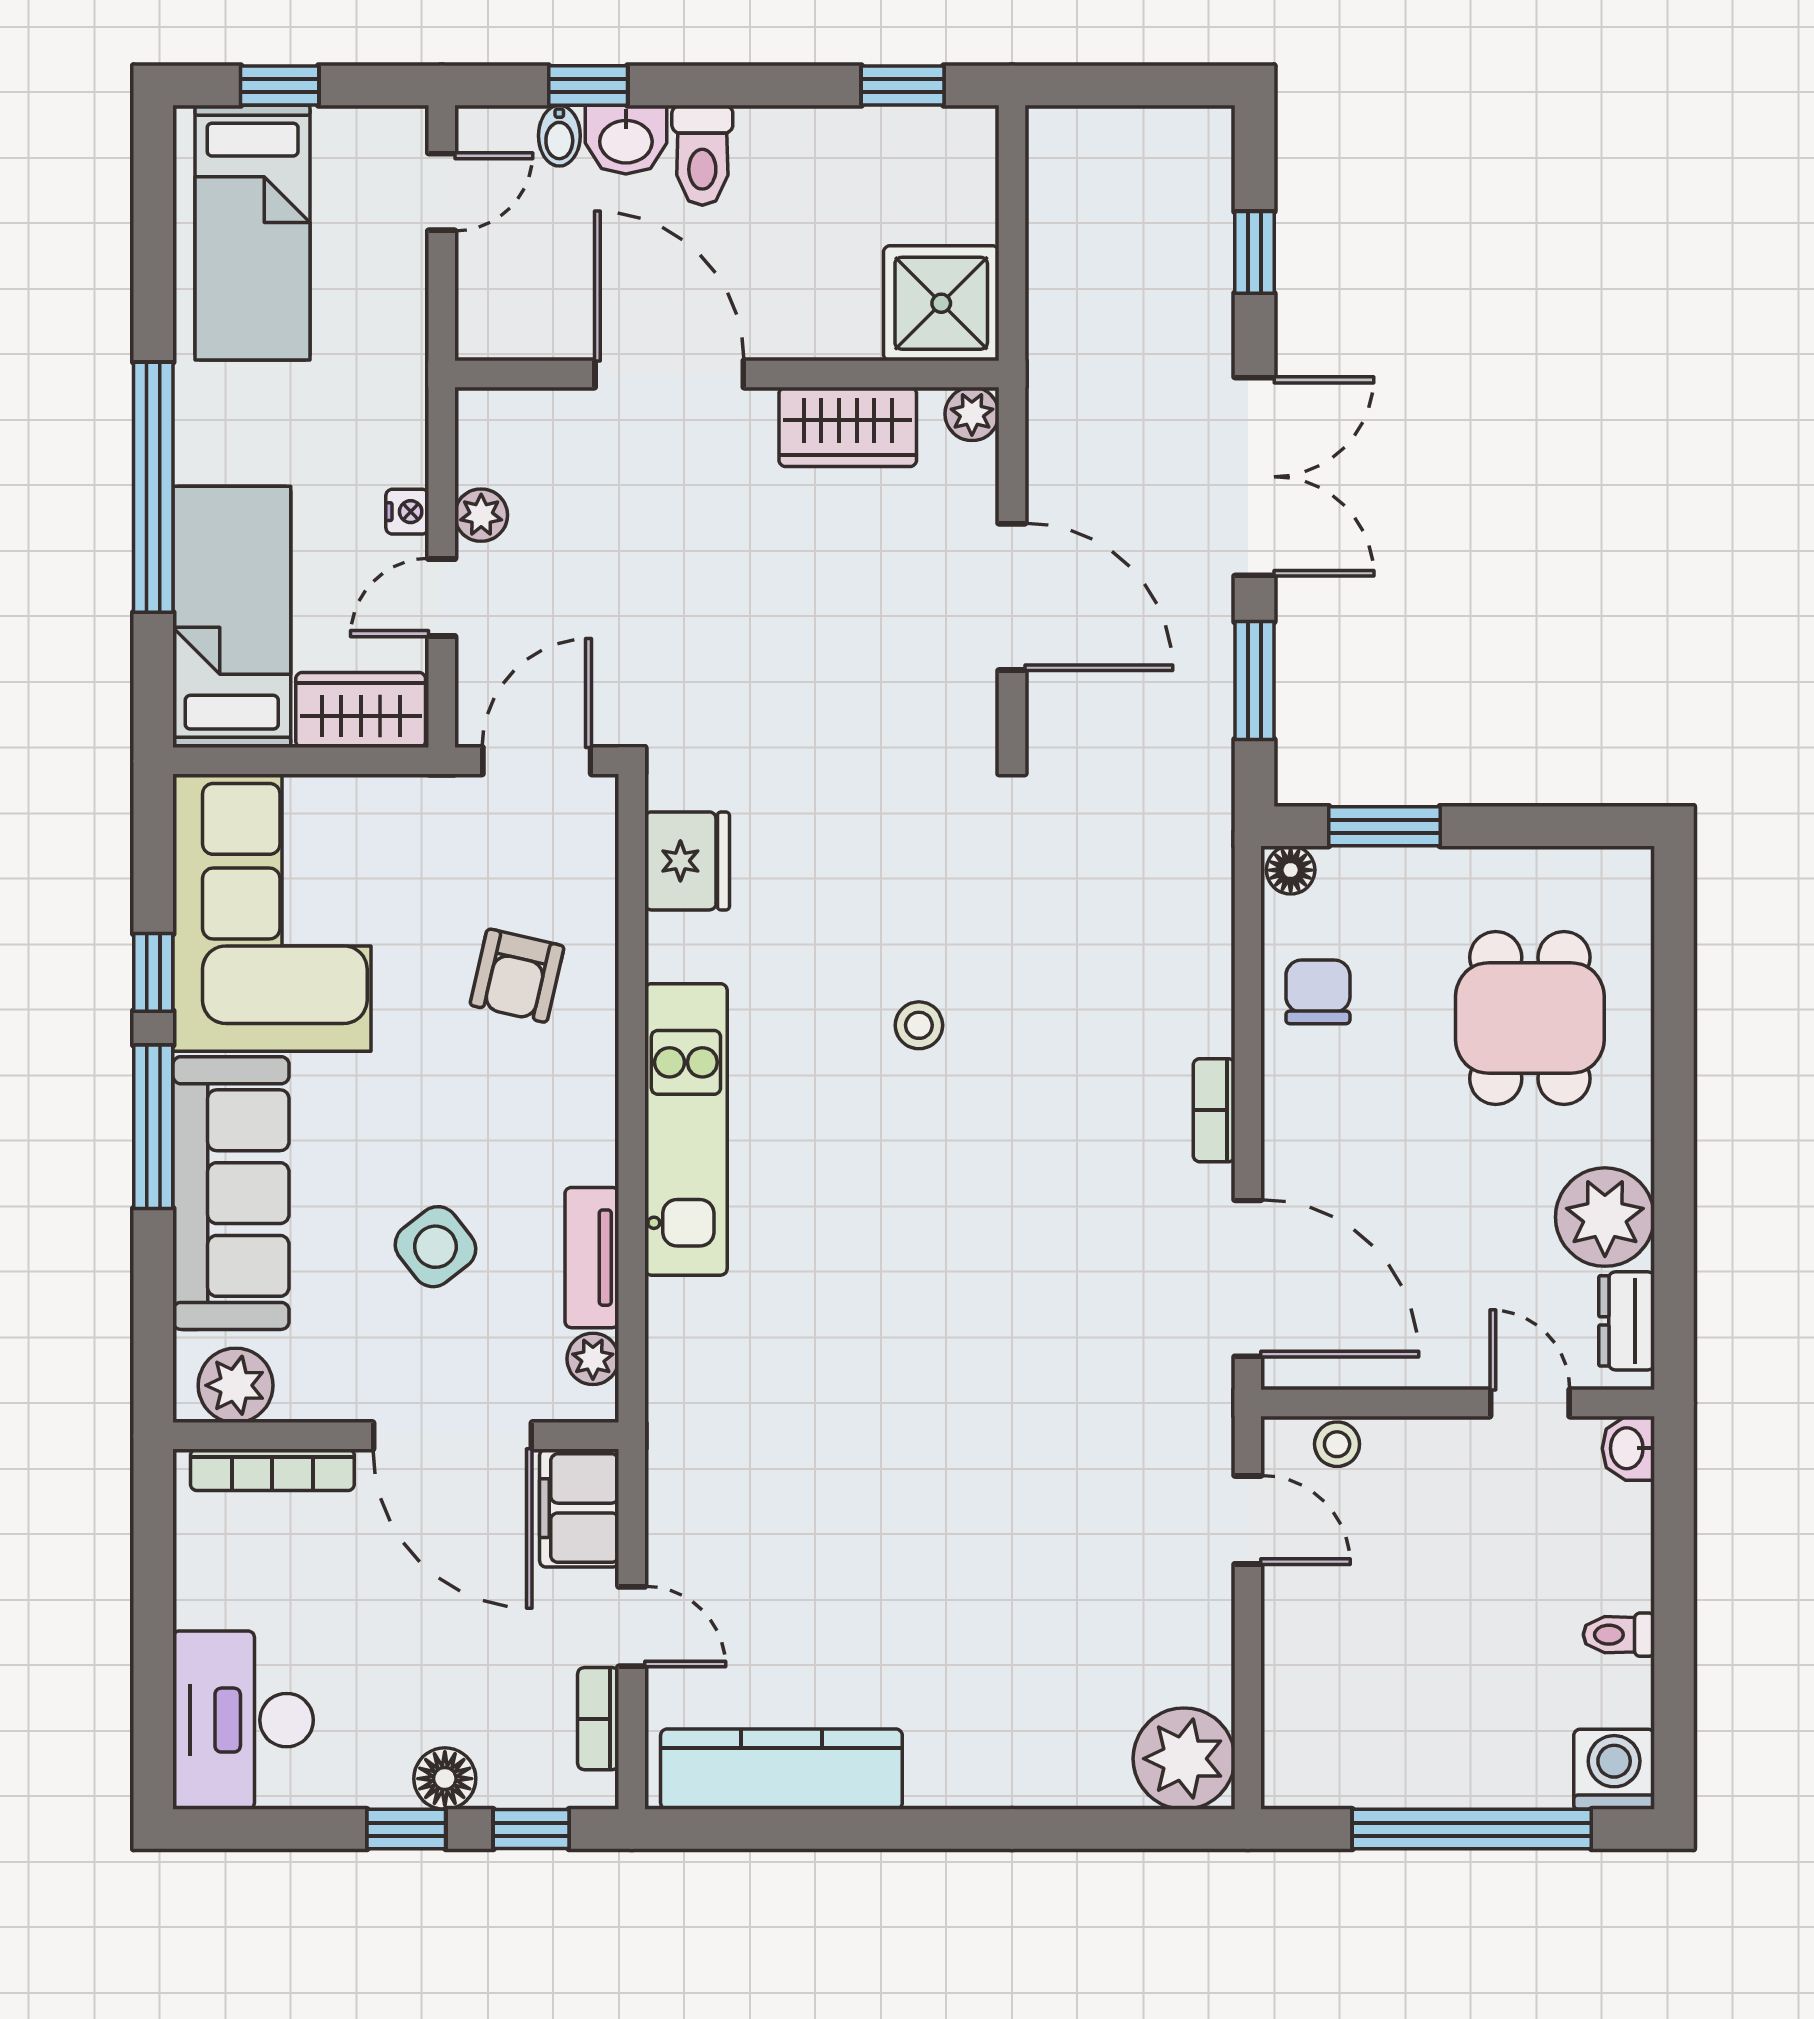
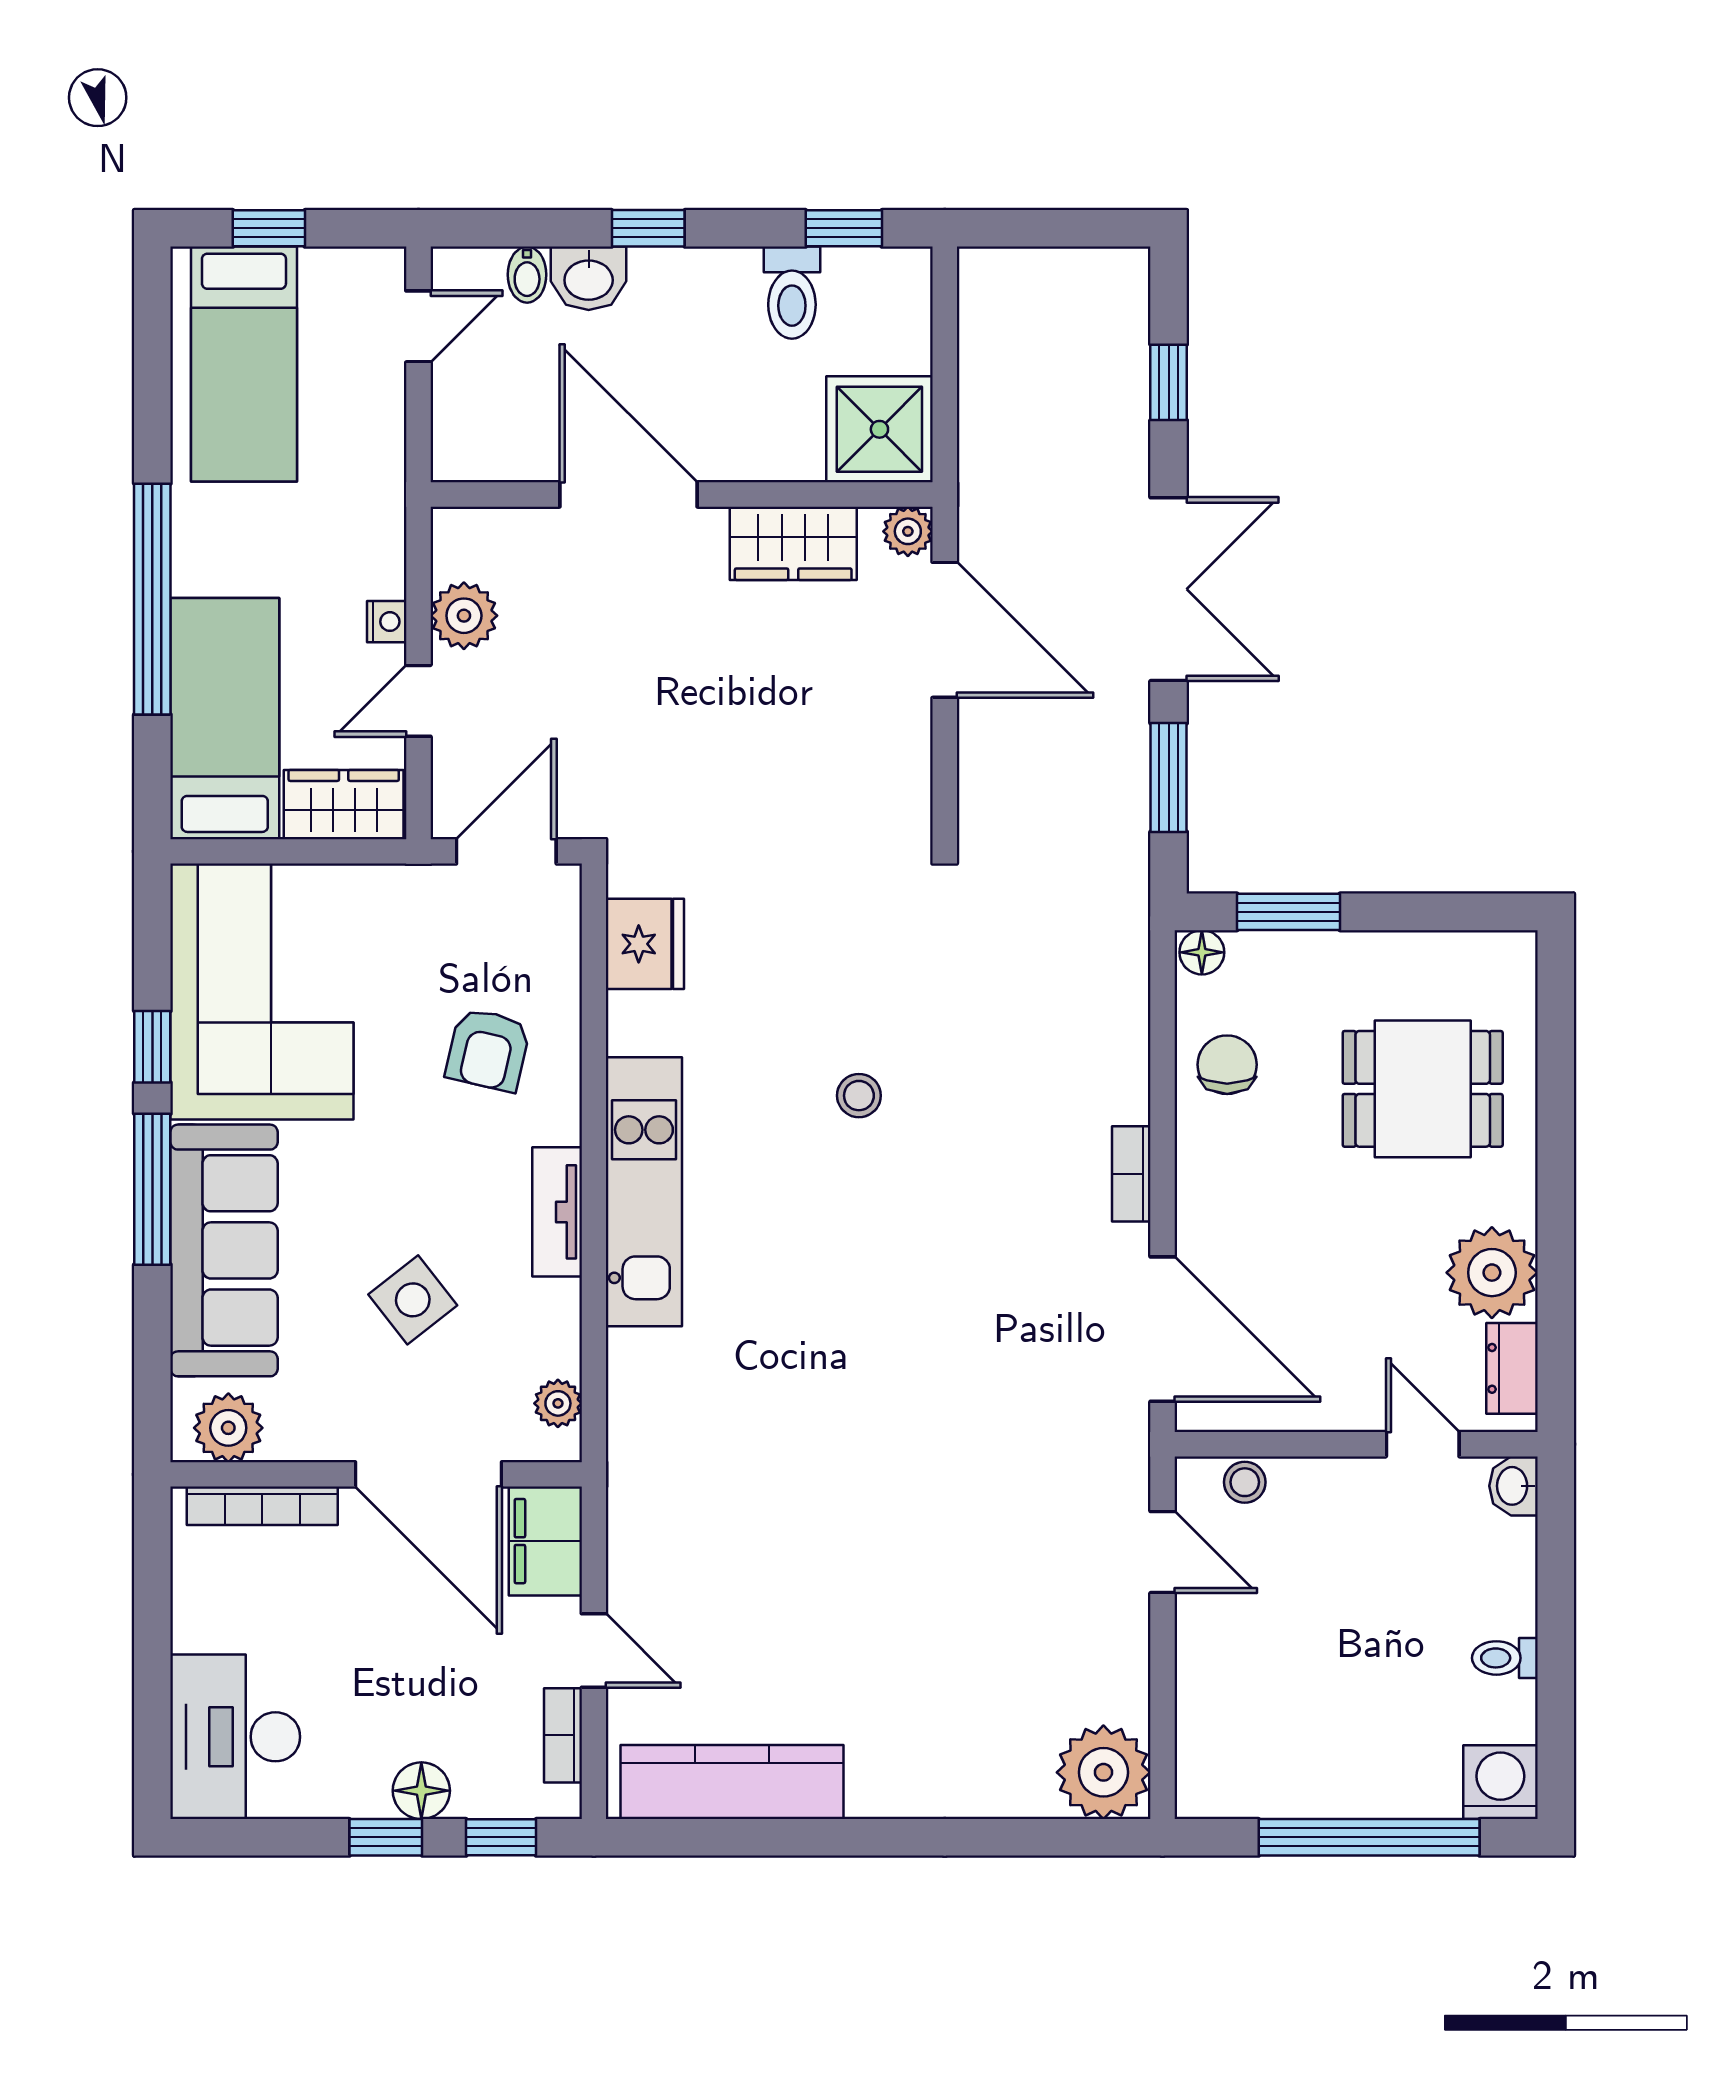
window: (588, 86) -> (648, 228), moved
toilet: (702, 155) -> (792, 293), moved
plant: (481, 515) -> (464, 616), width x1.38, depth x1.38
door: (1012, 597) -> (945, 630), moved
dining table: (1530, 1018) -> (1423, 1089), turned 90
tv unit: (592, 1258) -> (557, 1212), moved

